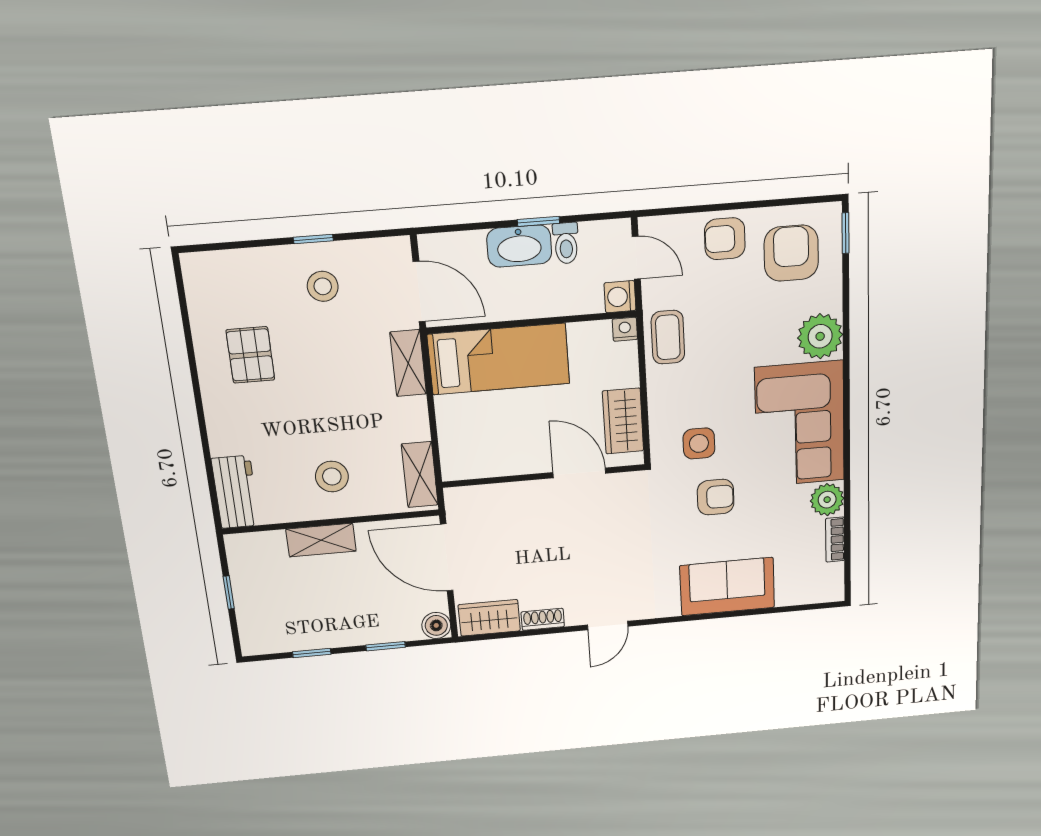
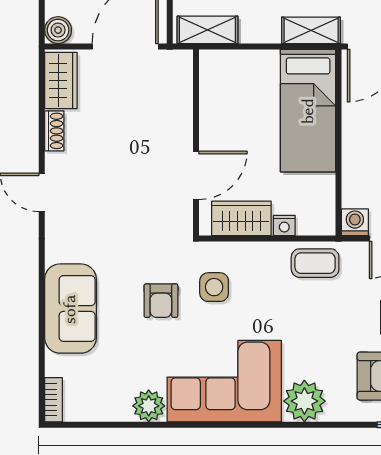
nightstand: (625, 329) -> (284, 225), moved, turned 90
bookcase: (835, 540) -> (53, 400), moved, turned 90

